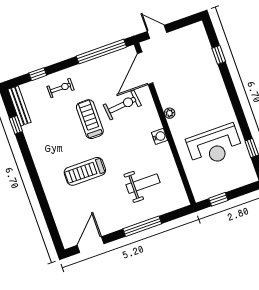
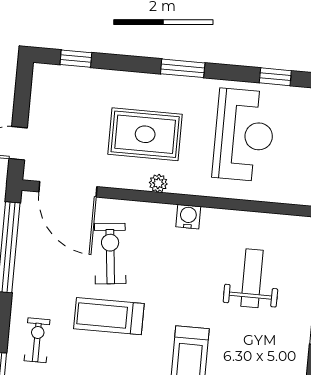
window: (219, 55) -> (76, 59), moved
rug: (192, 95) -> (145, 134), added
window: (234, 99) -> (183, 68), added

